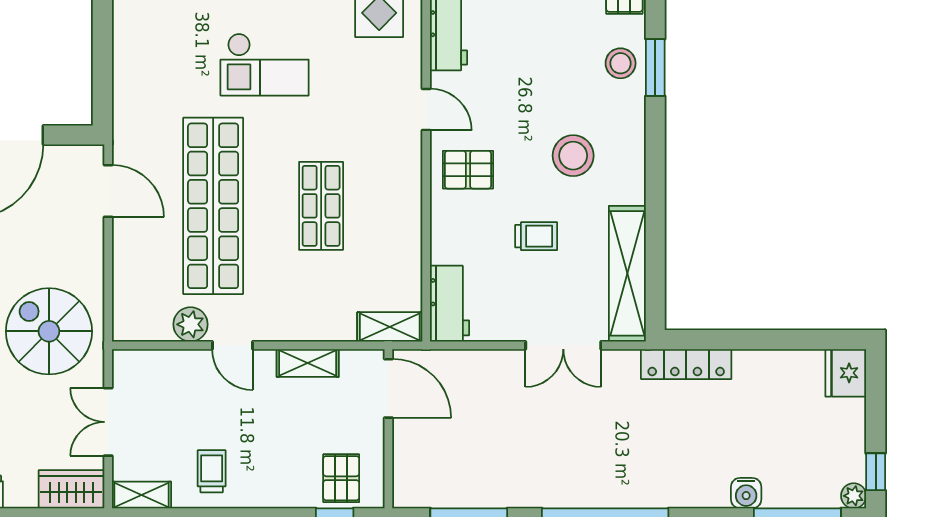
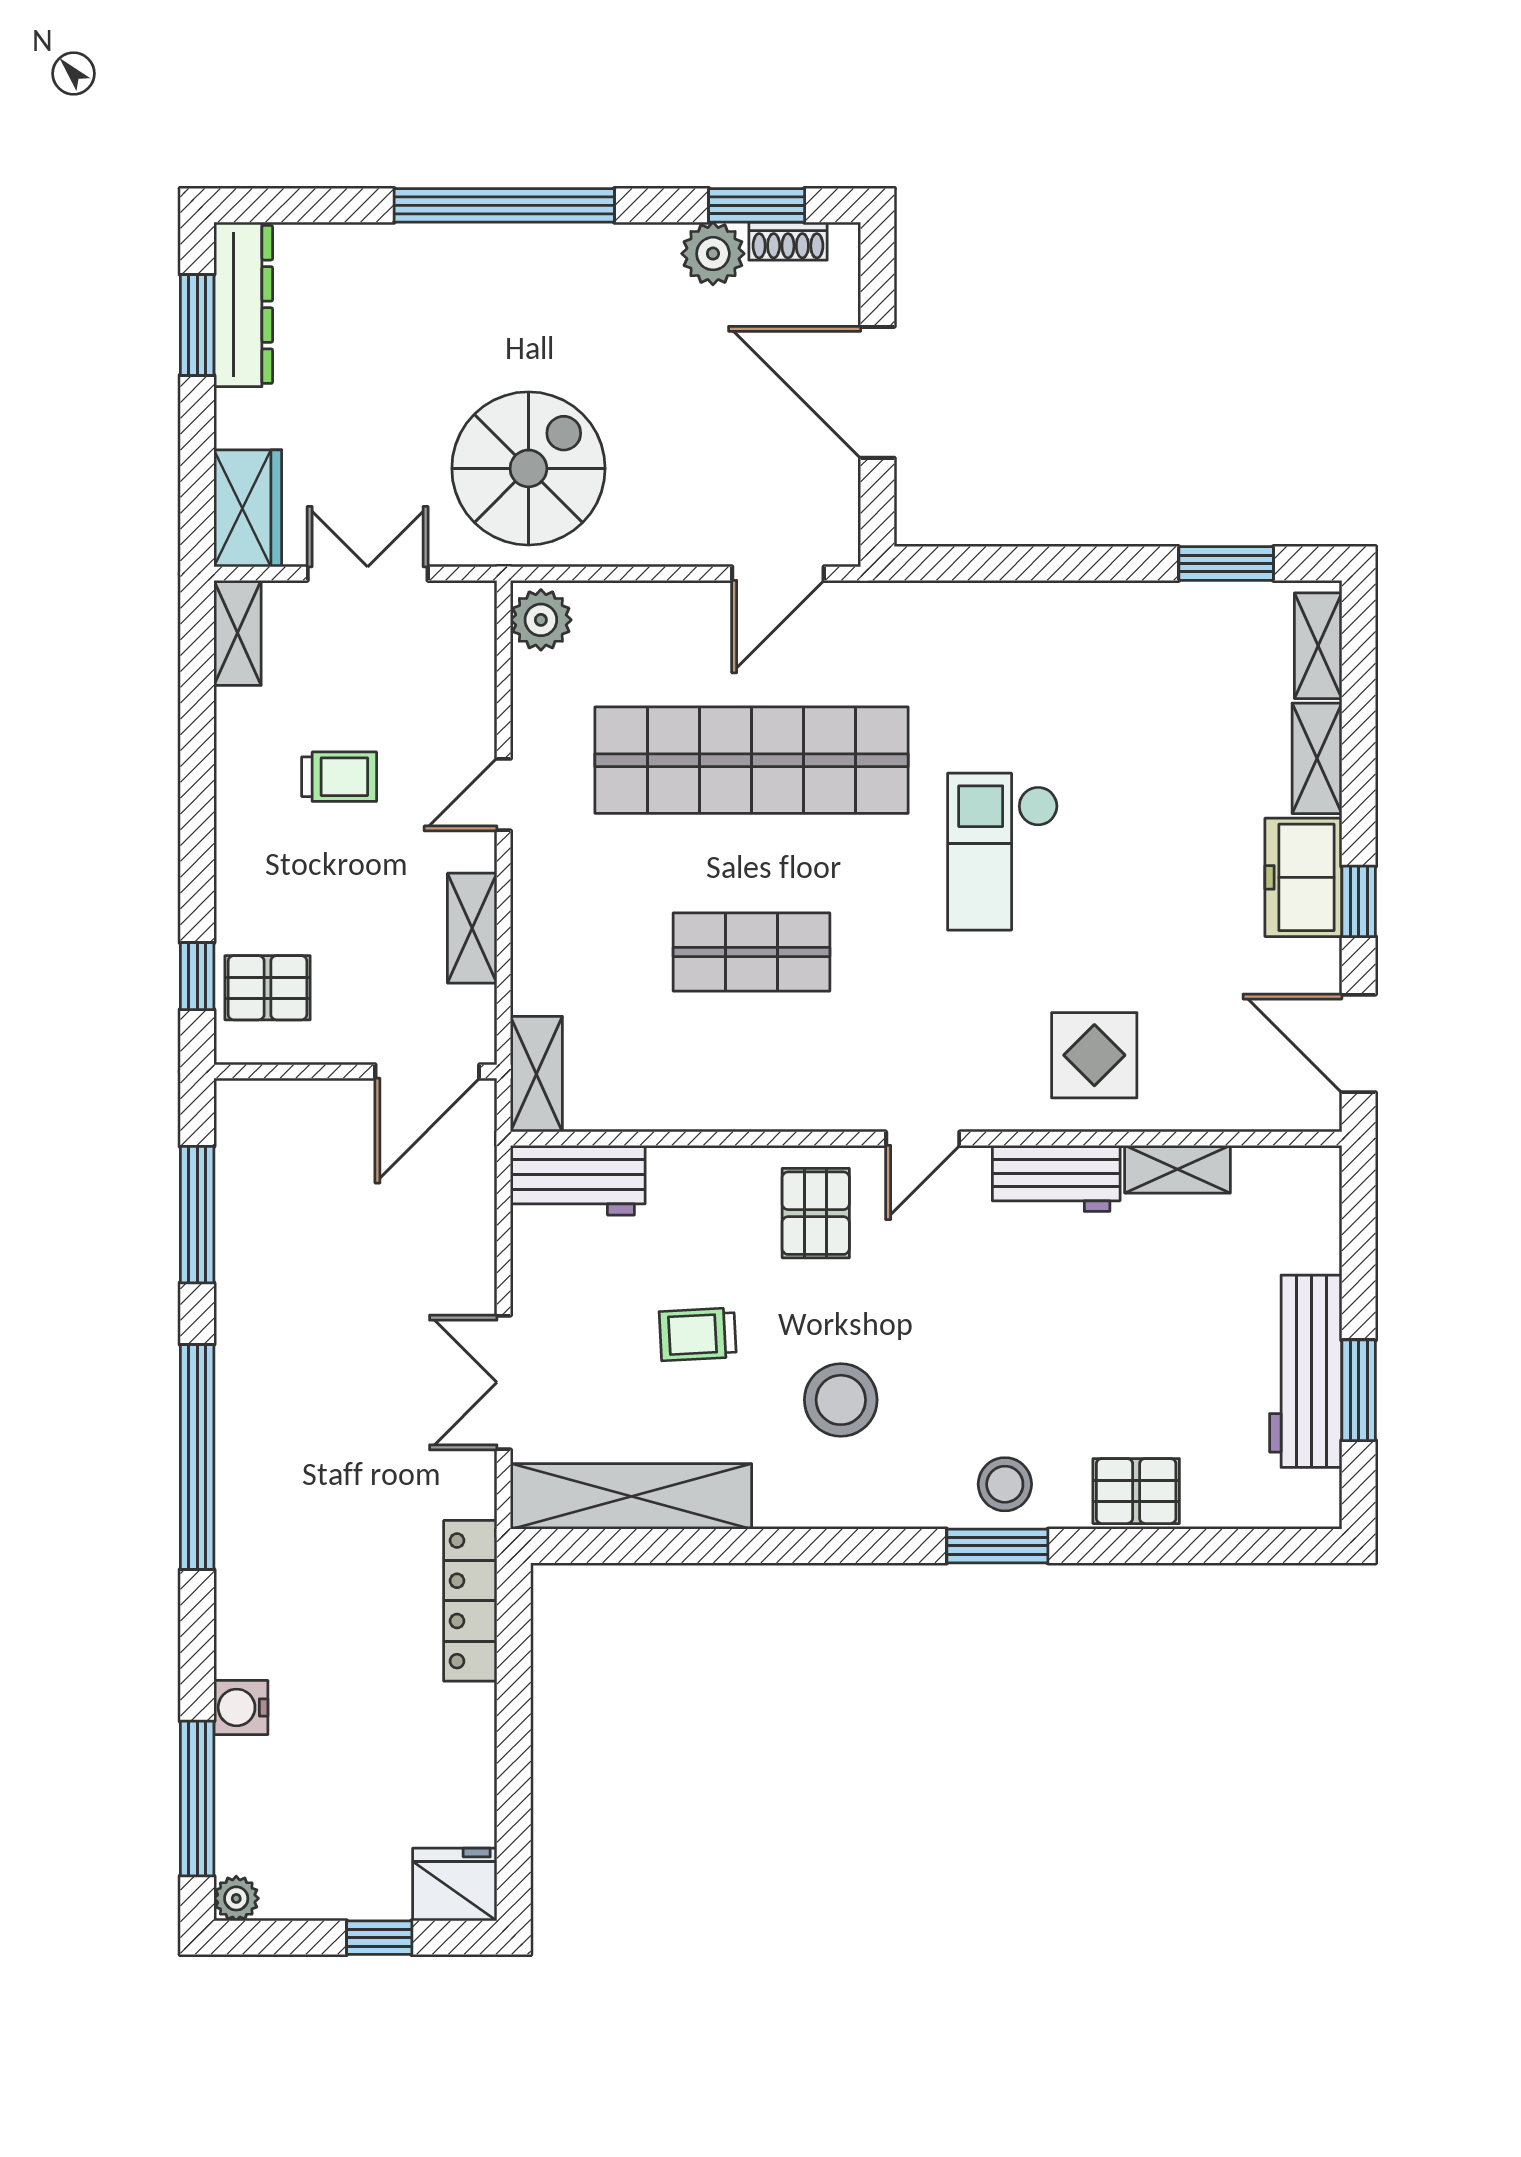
trolley: (536, 236) -> (698, 1334), turned 87
plant: (191, 324) -> (541, 620), moved
trolley: (212, 471) -> (339, 777), moved
window: (876, 472) -> (379, 1938), moved

